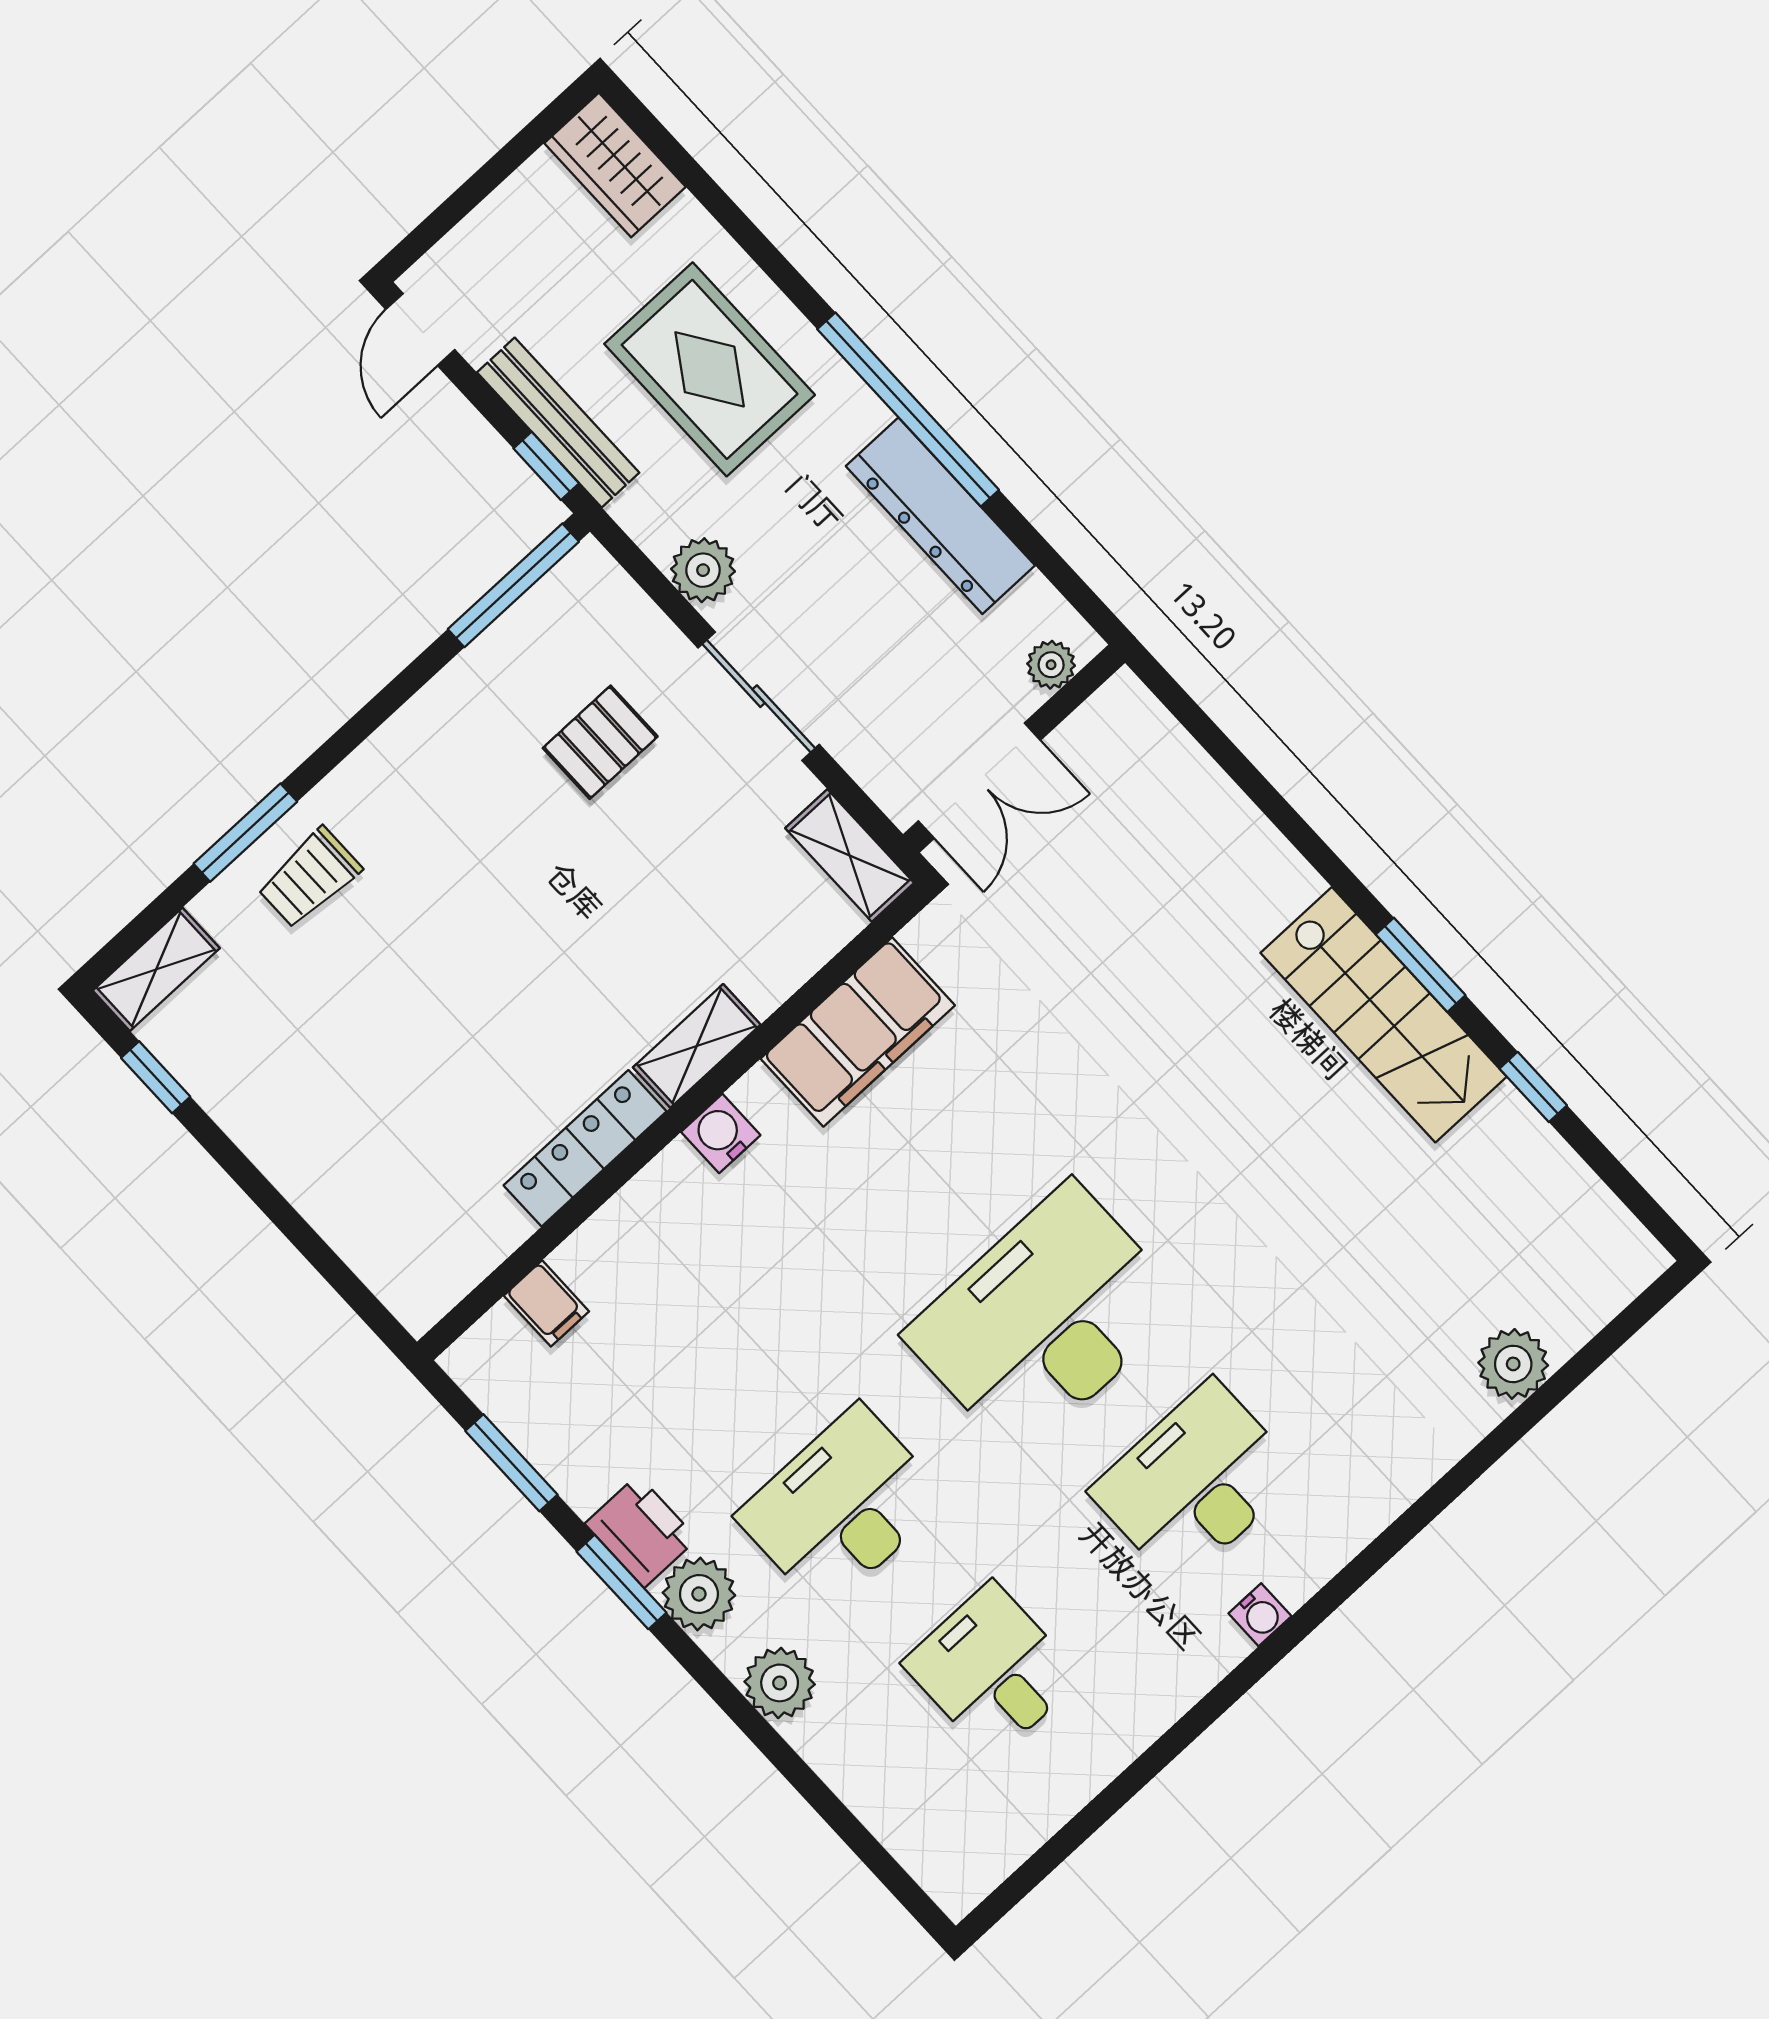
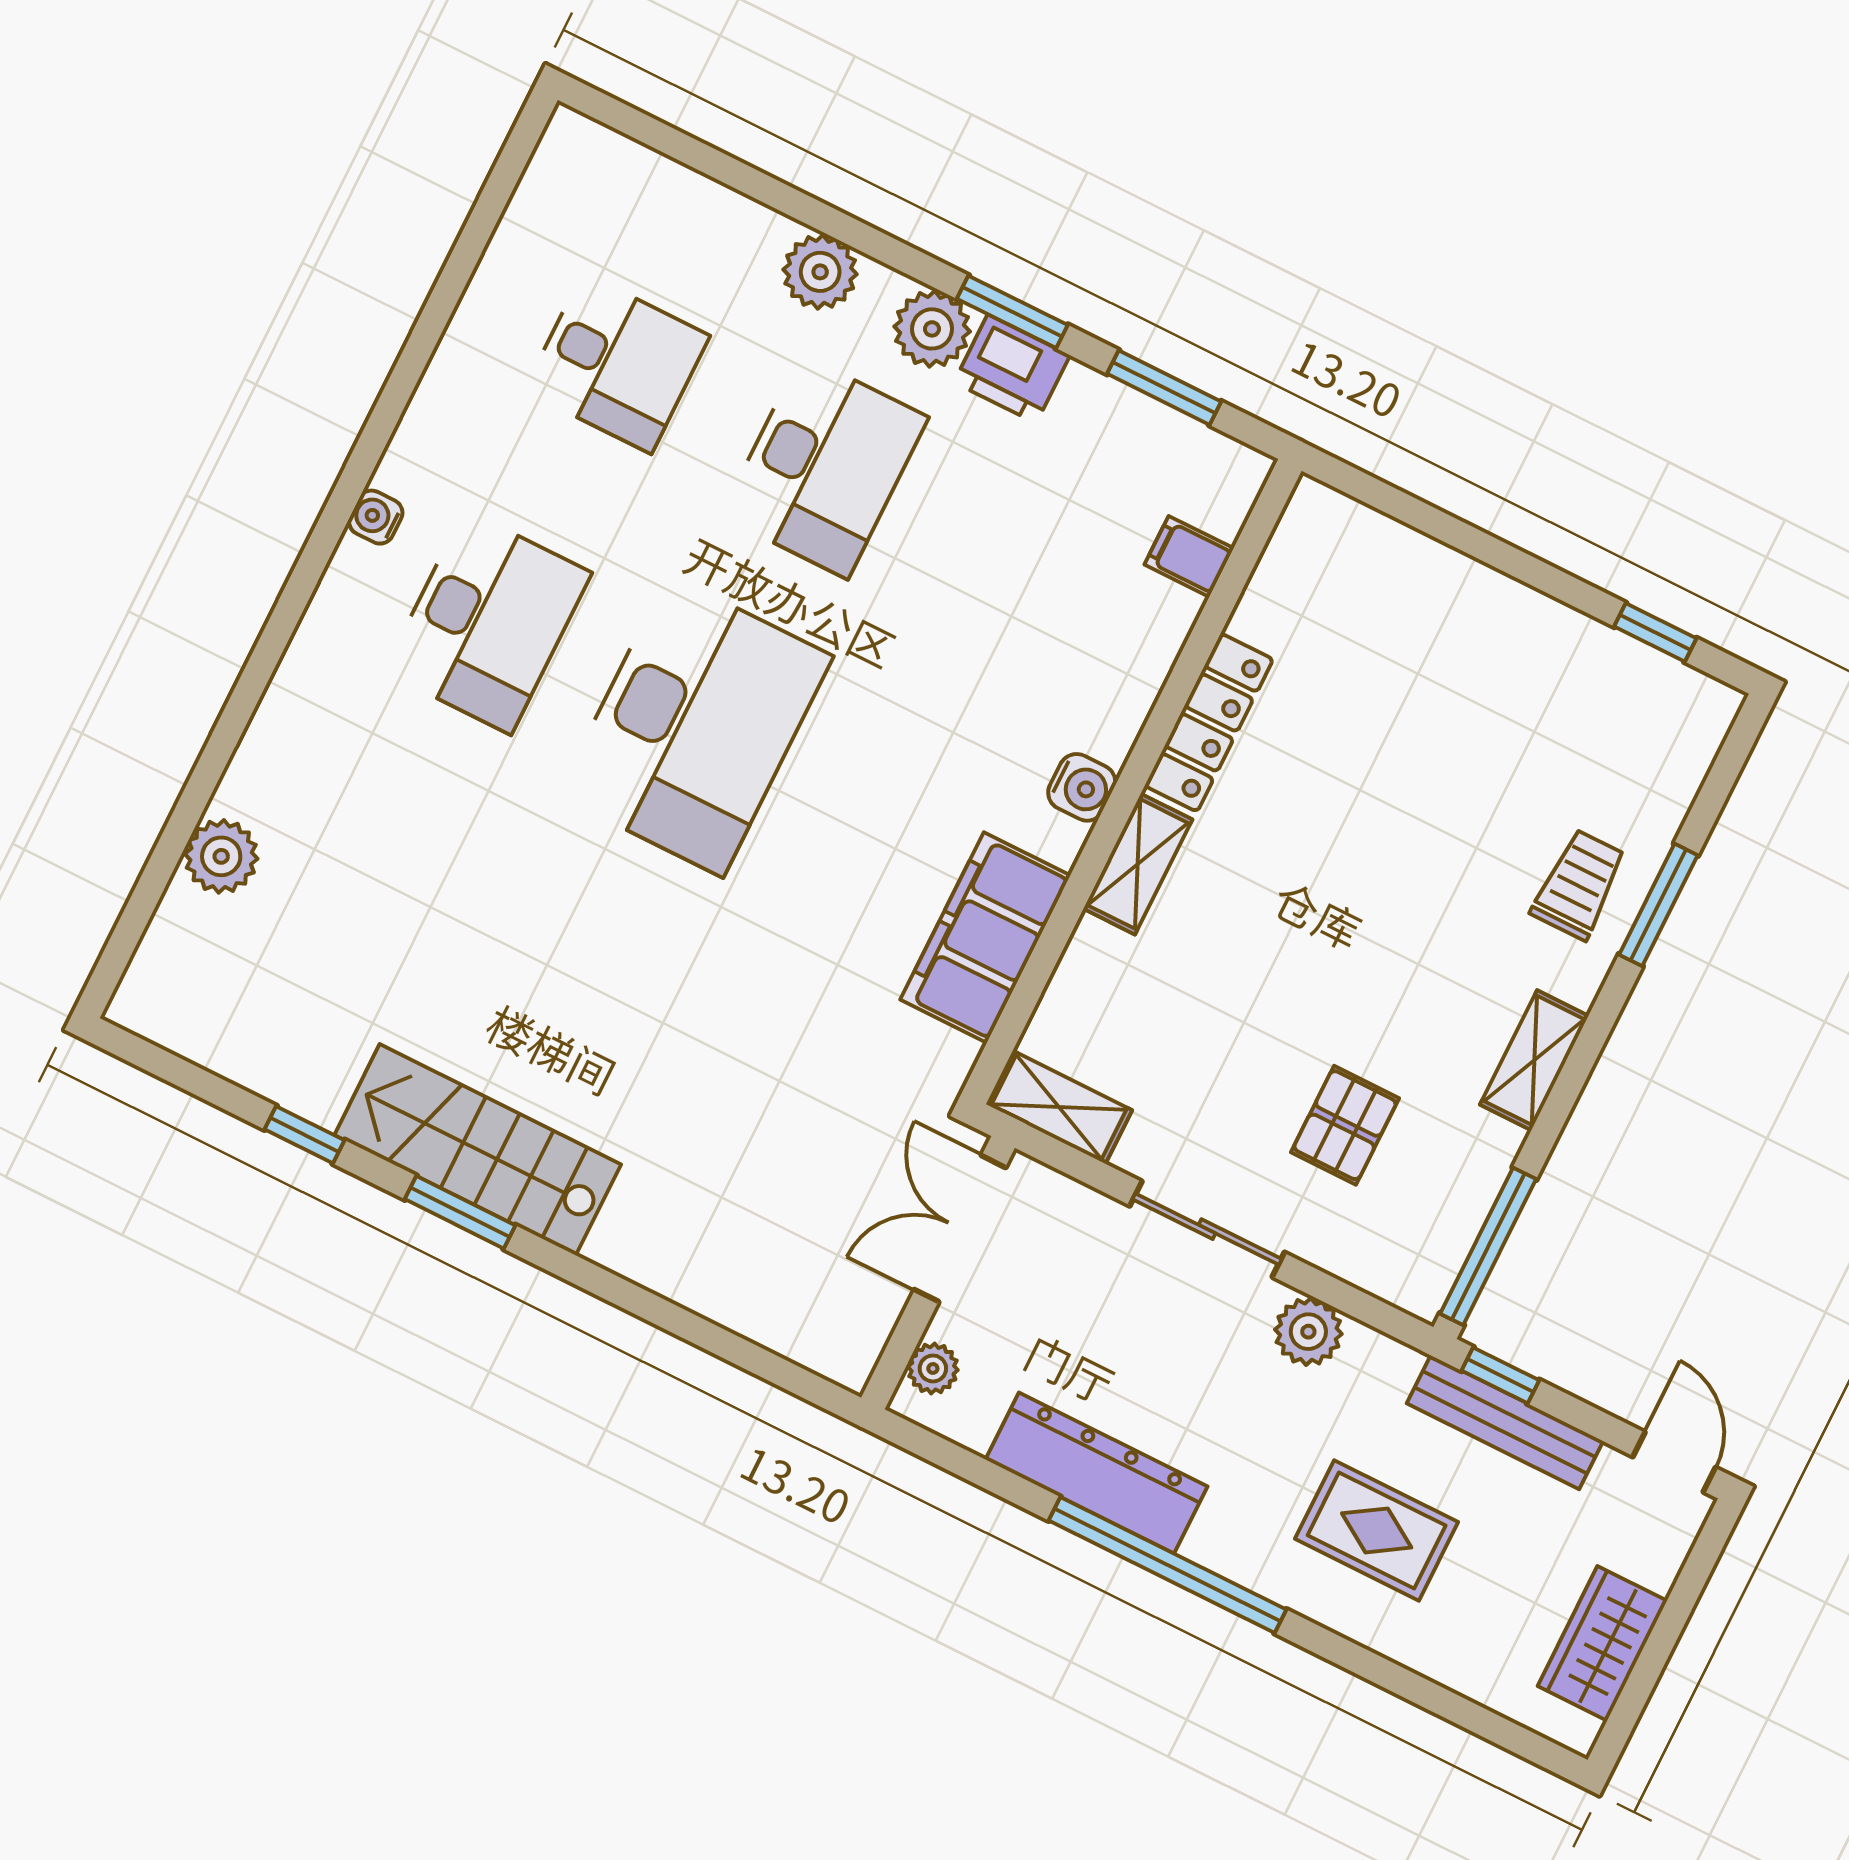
wardrobe: (615, 165) -> (1602, 1643), moved, turned -90
rug: (710, 369) -> (1377, 1530), width x0.73, depth x0.70
shelving: (156, 969) -> (1534, 1060), moved

